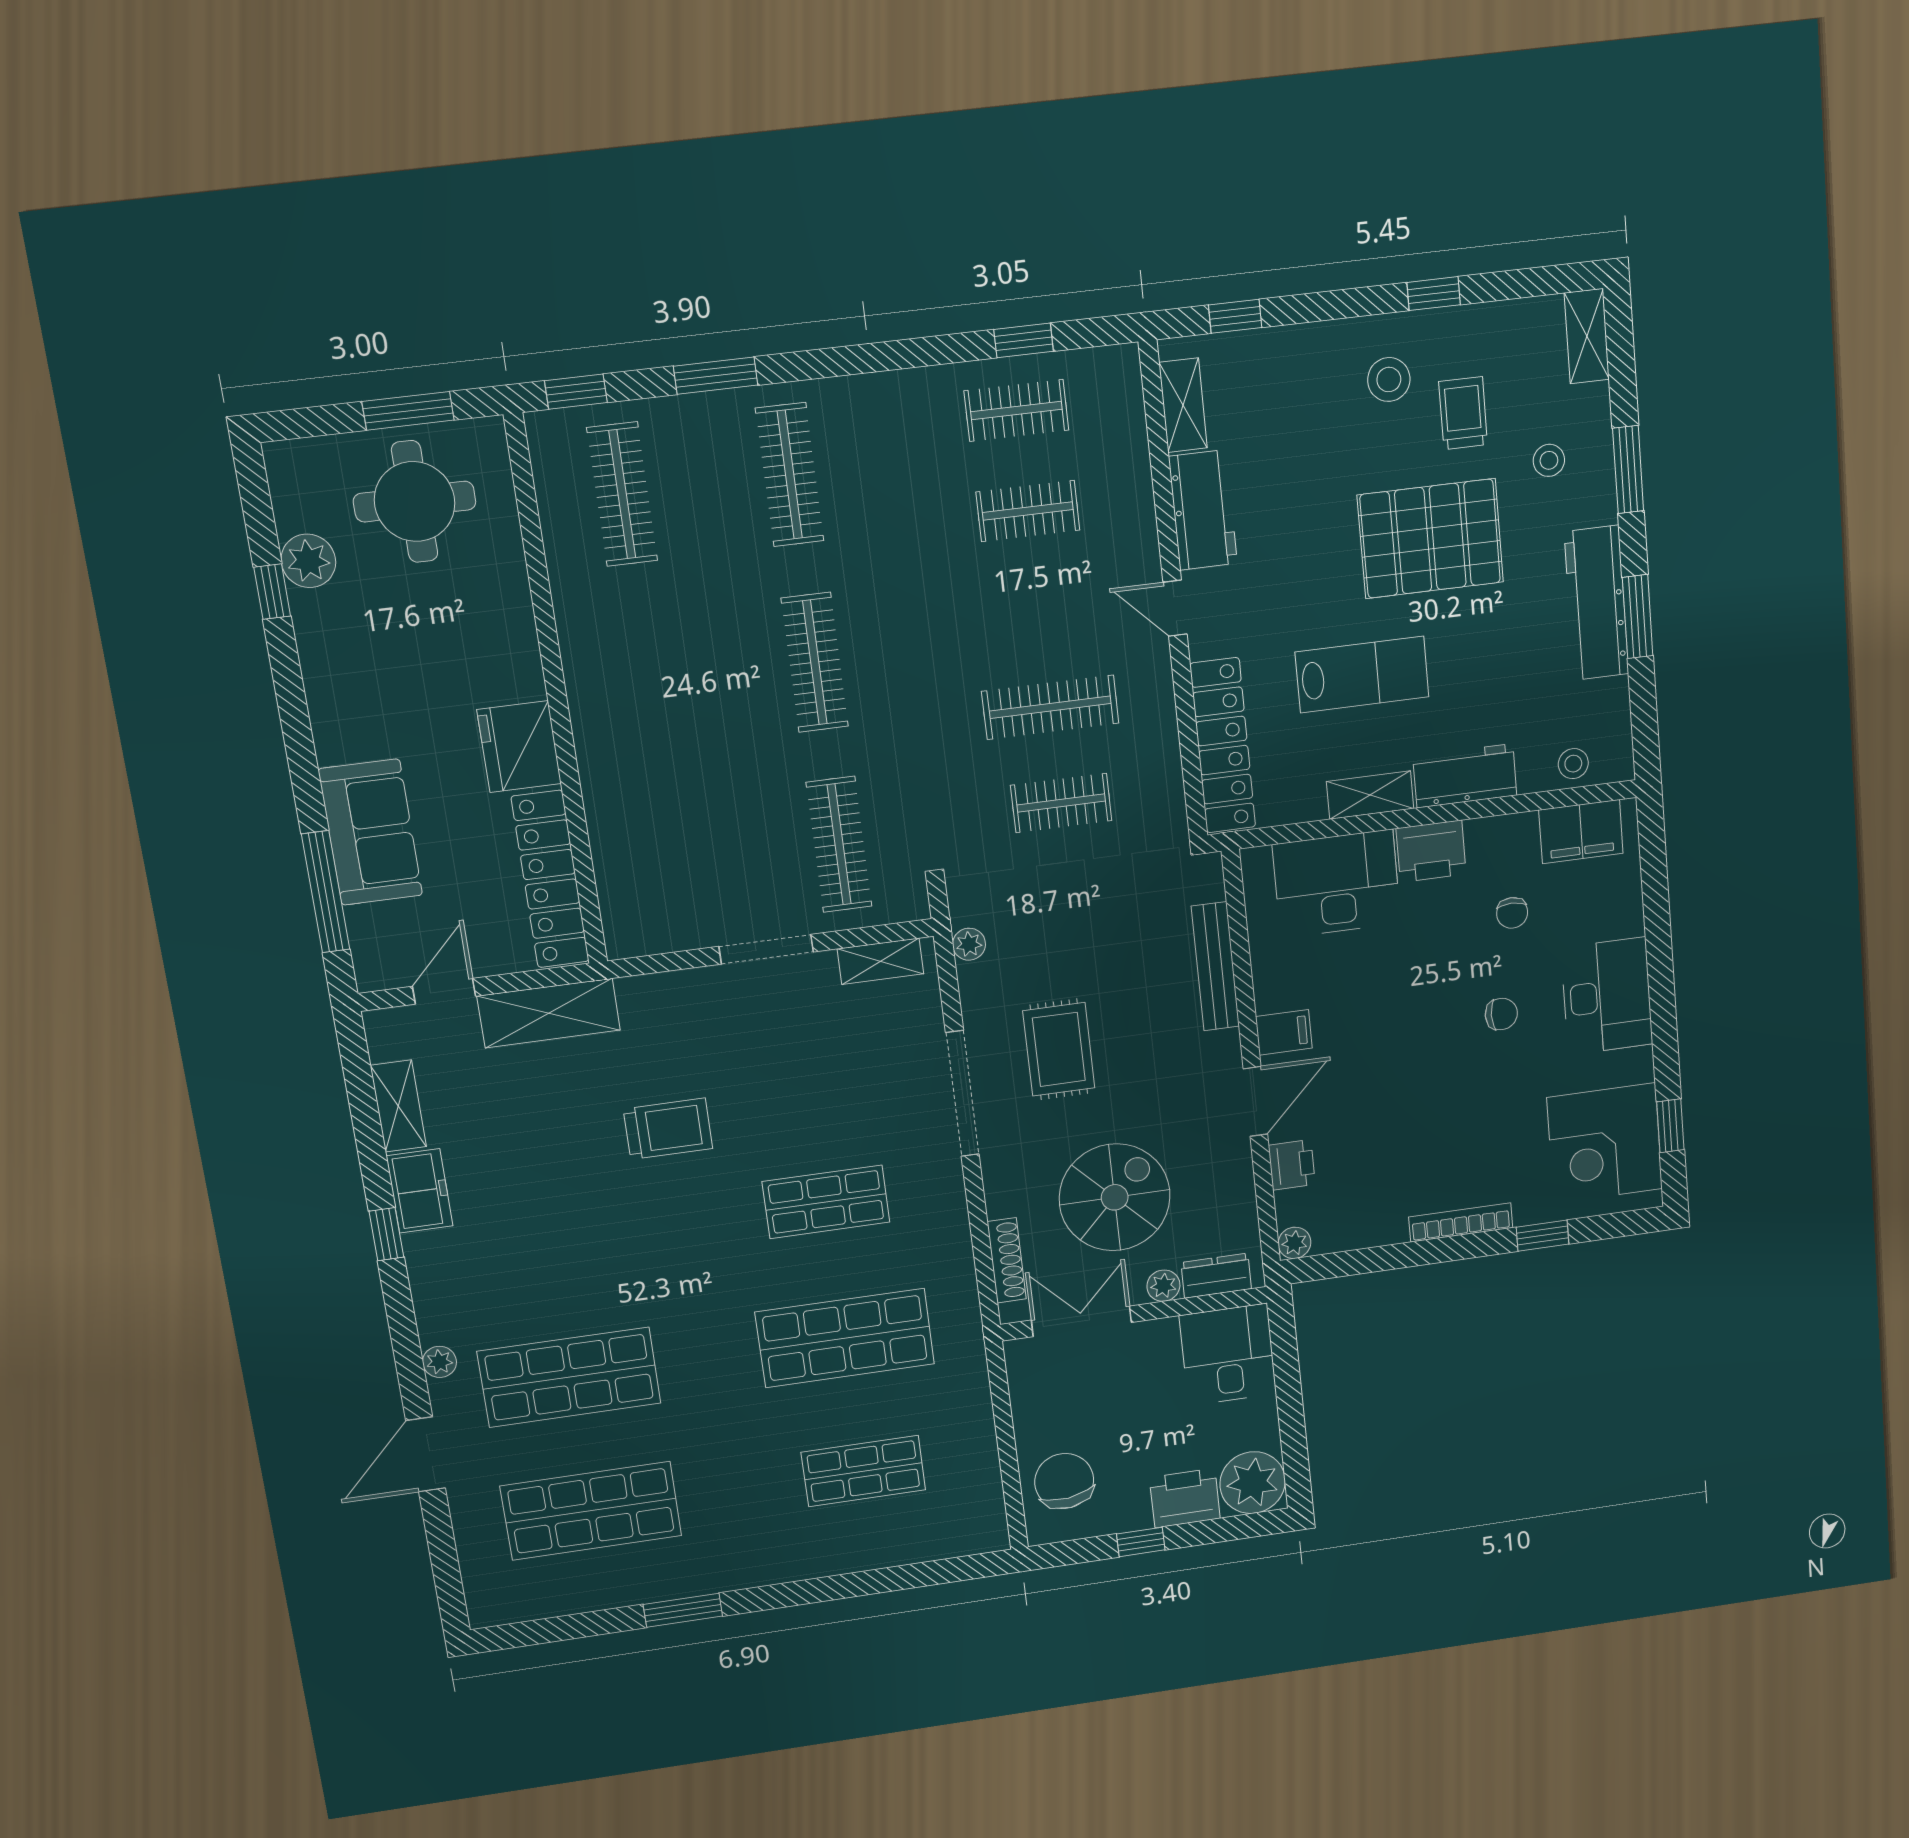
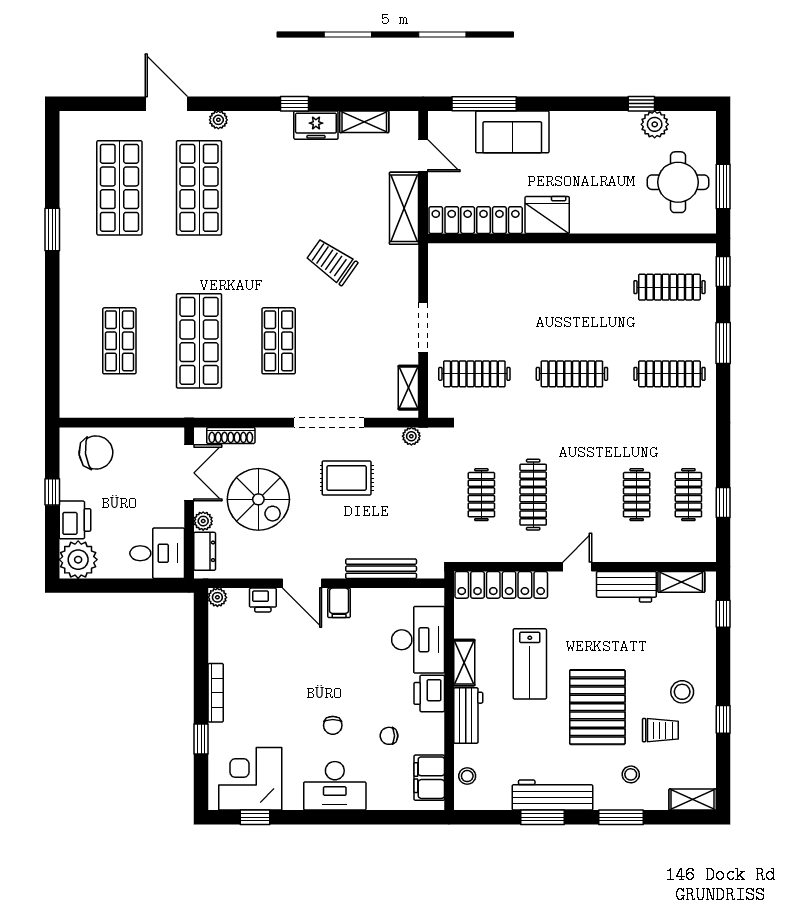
trolley: (668, 1129) -> (332, 262), turned 125

